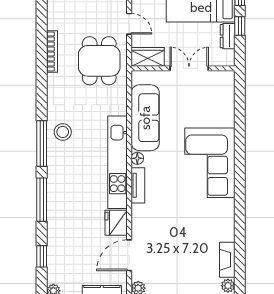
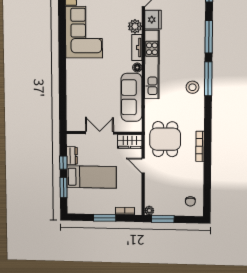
double door: (189, 68) -> (100, 133), swing flipped
corner sofa: (210, 163) -> (84, 32), moved
plant: (140, 214) -> (135, 26), added

